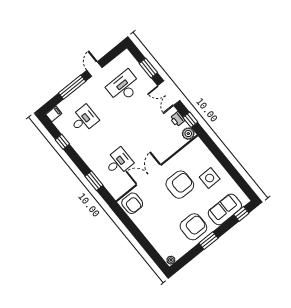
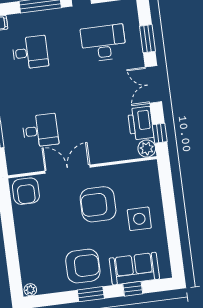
printer: (177, 119) -> (141, 123), width x1.87, depth x1.48
armchair: (180, 185) -> (98, 204), turned 180
window: (241, 214) -> (133, 289), moved

